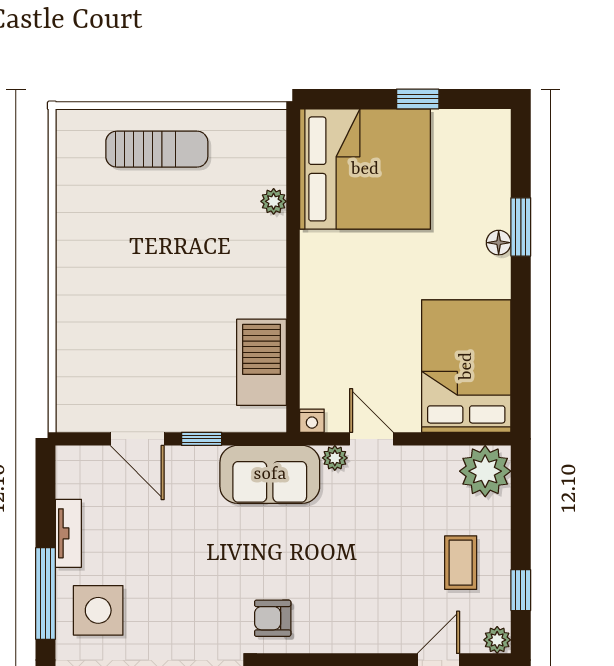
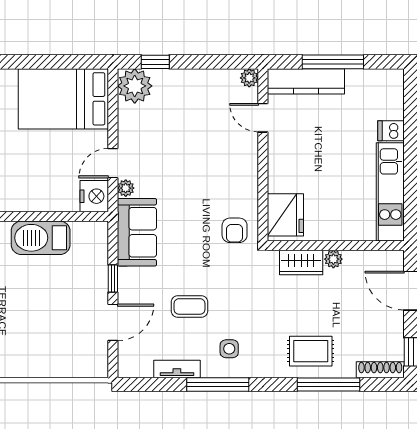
barbecue: (262, 362) -> (41, 238), moved
nightstand: (312, 421) -> (94, 196), width x1.89, depth x1.79
coffee table: (461, 563) -> (190, 306), moved
window: (521, 590) -> (155, 62), moved
side table: (98, 610) -> (229, 349), width x0.54, depth x0.54

